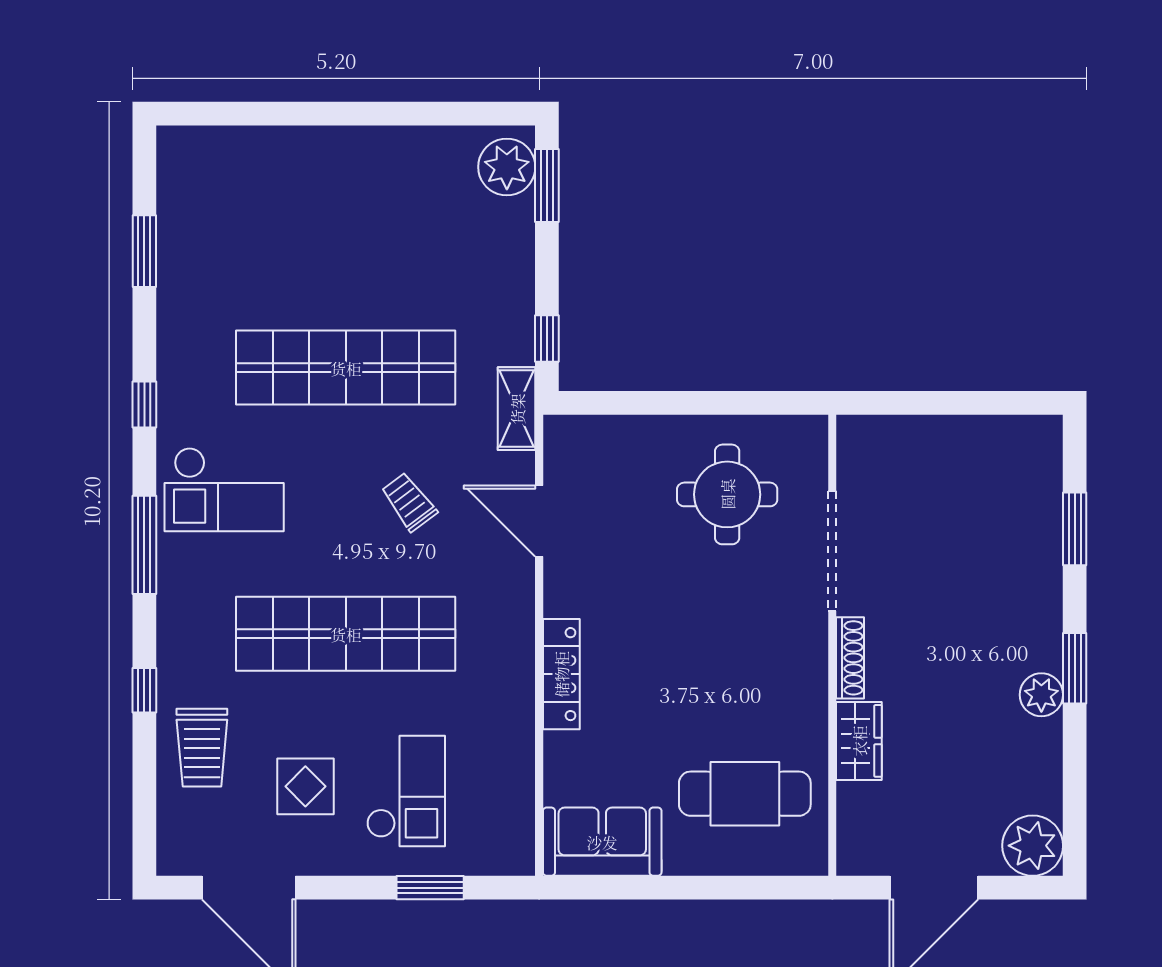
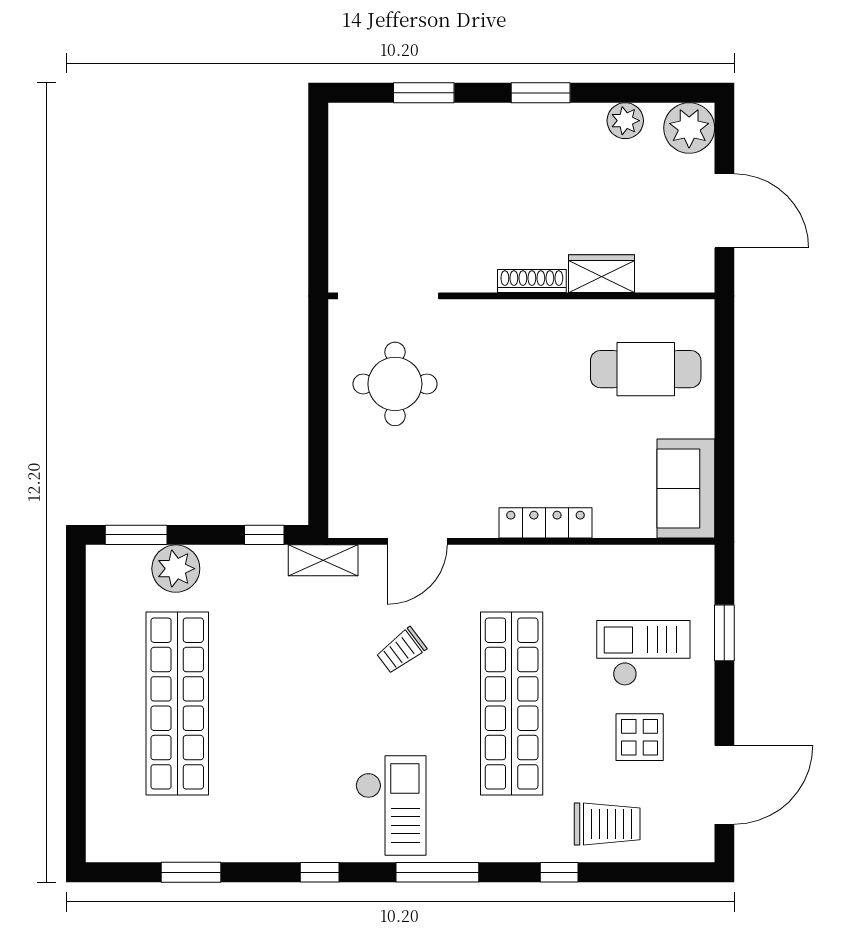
plant: (507, 167) -> (176, 569), moved
shop shelf: (346, 368) -> (177, 704), moved
doorway: (832, 551) -> (388, 296), moved
plant: (1041, 695) -> (625, 121), moved
cafe table: (745, 794) -> (646, 369), turned 90

